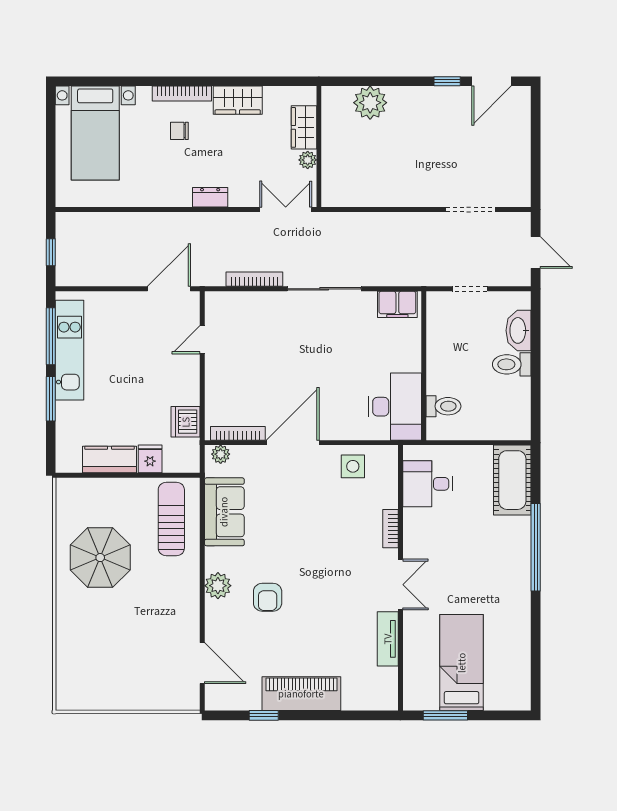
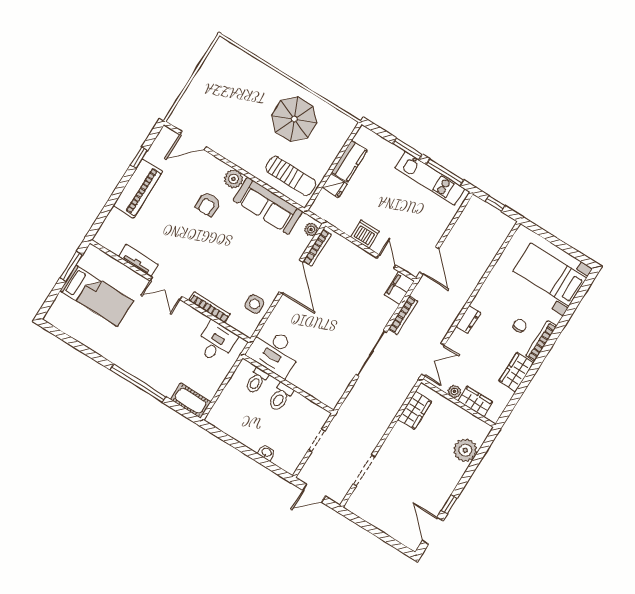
wardrobe: (360, 193) -> (415, 410), added
filing cabinet: (397, 304) -> (399, 288), moved
washbasin: (519, 330) -> (267, 453), width x0.52, depth x0.69
toilet: (512, 364) -> (280, 397), moved, turned 180
dishwasher: (186, 422) -> (365, 234), moved
cot: (512, 480) -> (191, 401), width x0.73, depth x0.75
sofa: (224, 512) -> (268, 206), width x1.36
bookcase: (390, 529) -> (210, 307), width x1.56
armchair: (268, 597) -> (208, 204), turned -90

